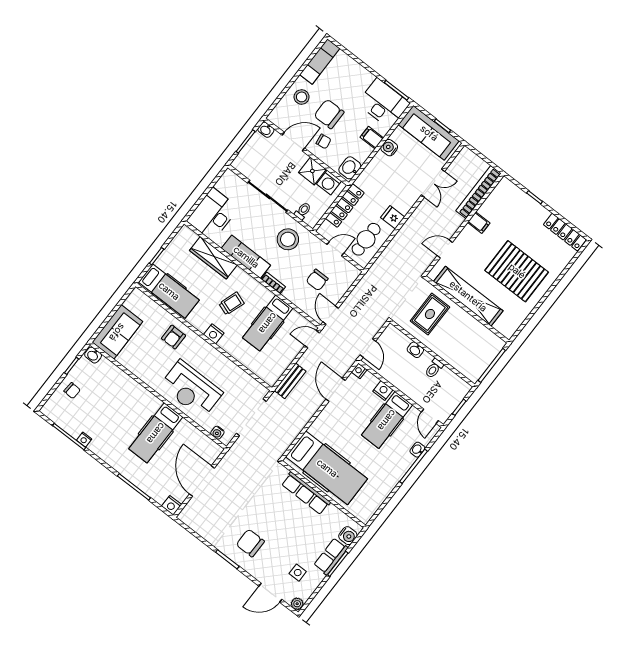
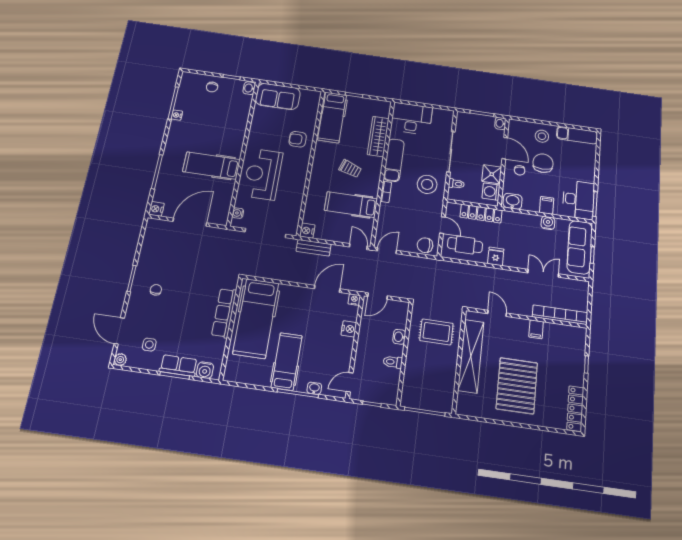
double door: (433, 183) -> (543, 273), swing flipped
chair: (317, 280) -> (425, 245), moved
nightstand: (214, 334) -> (307, 231), moved
hospital bed: (387, 420) -> (287, 361), moved, turned 90
chair: (250, 543) -> (156, 290), width x0.54, depth x0.54

